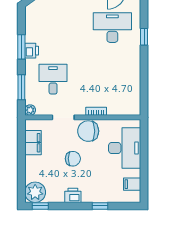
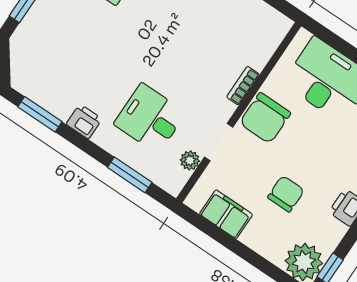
window: (21, 47) -> (40, 114), moved
plant: (30, 110) -> (190, 160), moved
chair: (73, 159) -> (286, 194), moved

